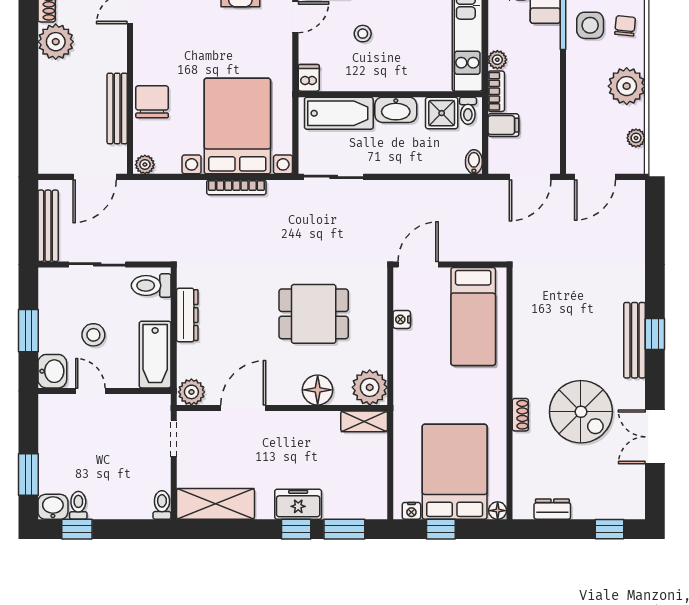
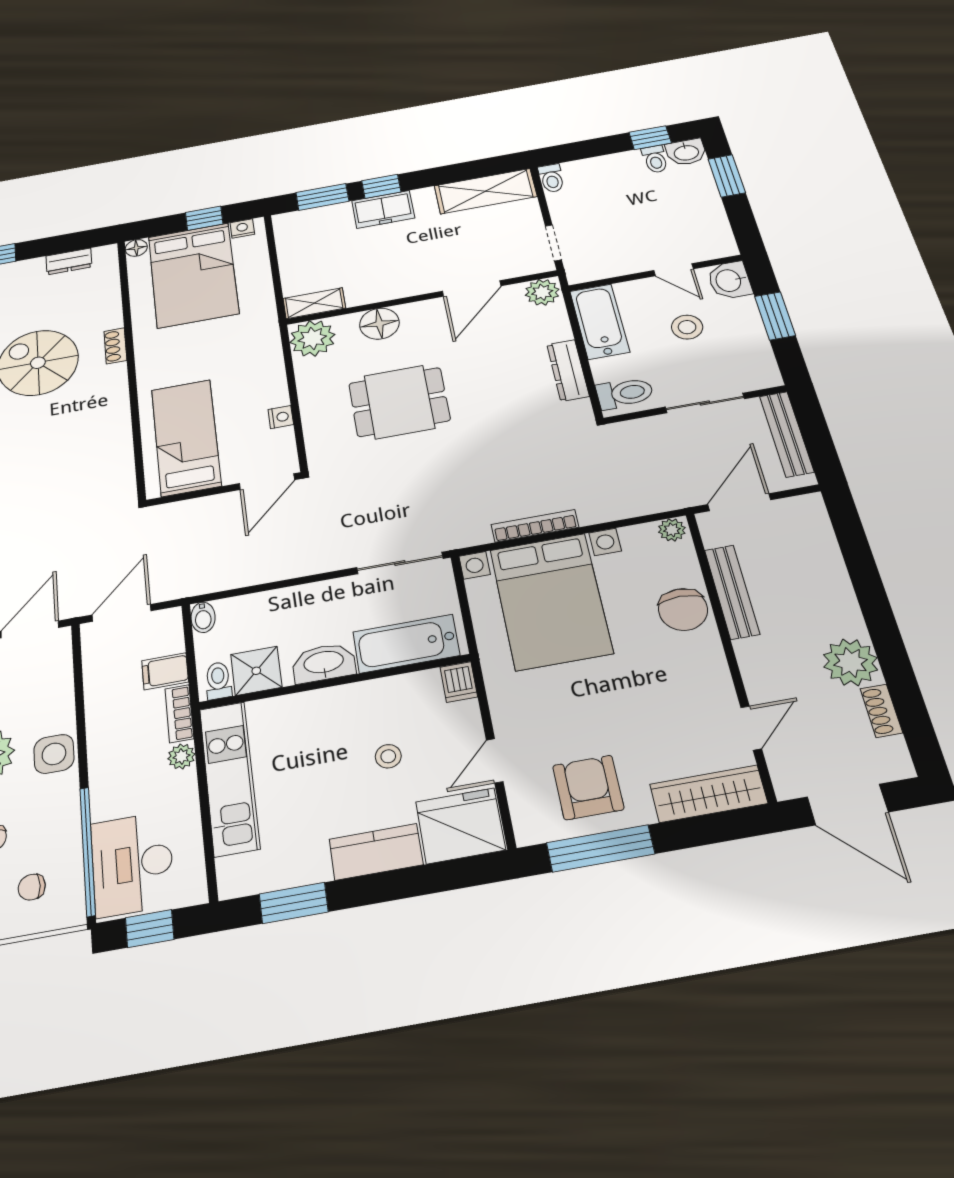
side table: (590, 25) -> (54, 754), moved

